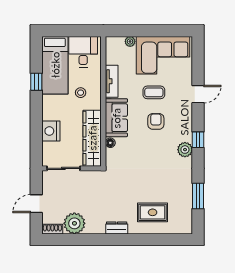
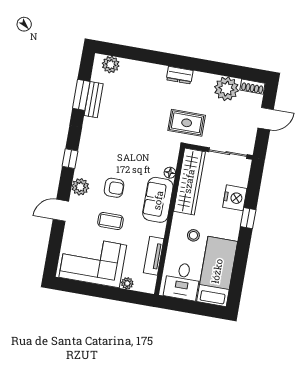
tv unit: (112, 81) -> (154, 256), moved
window: (36, 82) -> (248, 218), moved
armchair: (156, 121) -> (114, 188), turned -90
plant: (185, 150) -> (80, 187), moved
bench: (187, 194) -> (94, 100), added
rug: (153, 212) -> (187, 123), moved
plant: (177, 227) -> (111, 65), added

